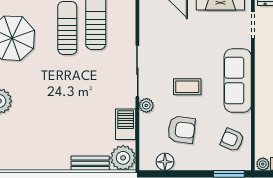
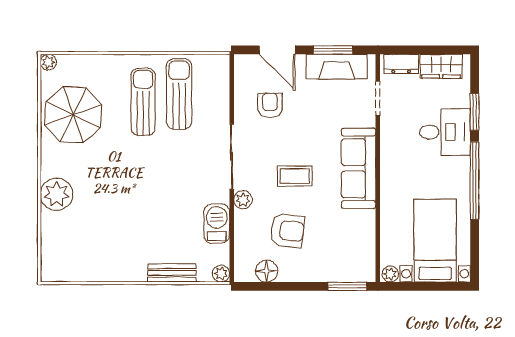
armchair: (232, 140) -> (270, 105), moved, turned 67
plant: (123, 158) -> (221, 274), width x0.53, depth x0.53

